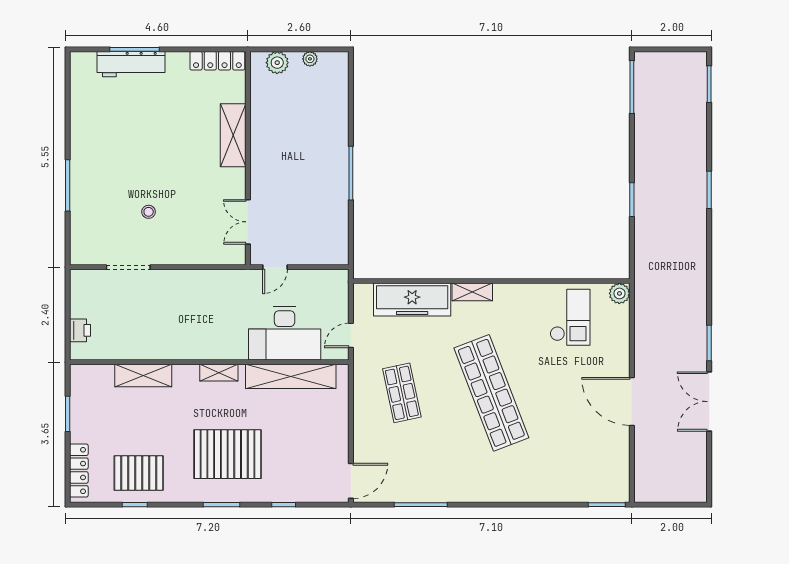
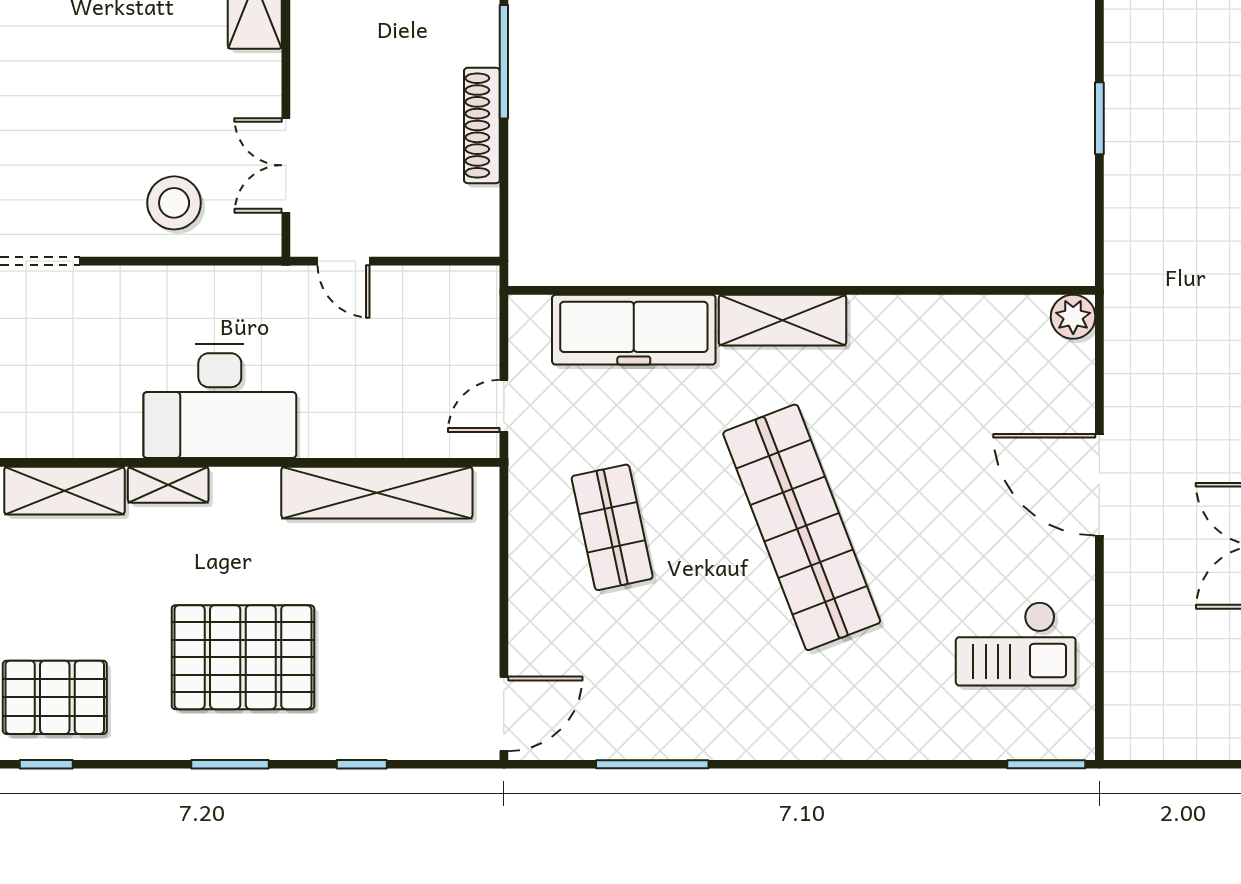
shoe rack: (340, 203) -> (482, 125), added
stool: (149, 212) -> (174, 203), moved, width x1.89, depth x1.89
door: (275, 267) -> (344, 261), hinge flipped
shelving: (472, 292) -> (782, 320), width x1.50, depth x1.33
checkout: (570, 317) -> (1016, 644), moved, turned 90
desk: (285, 333) -> (220, 401), moved
shelving: (219, 373) -> (168, 485), moved
door: (632, 402) -> (1099, 485), moved

